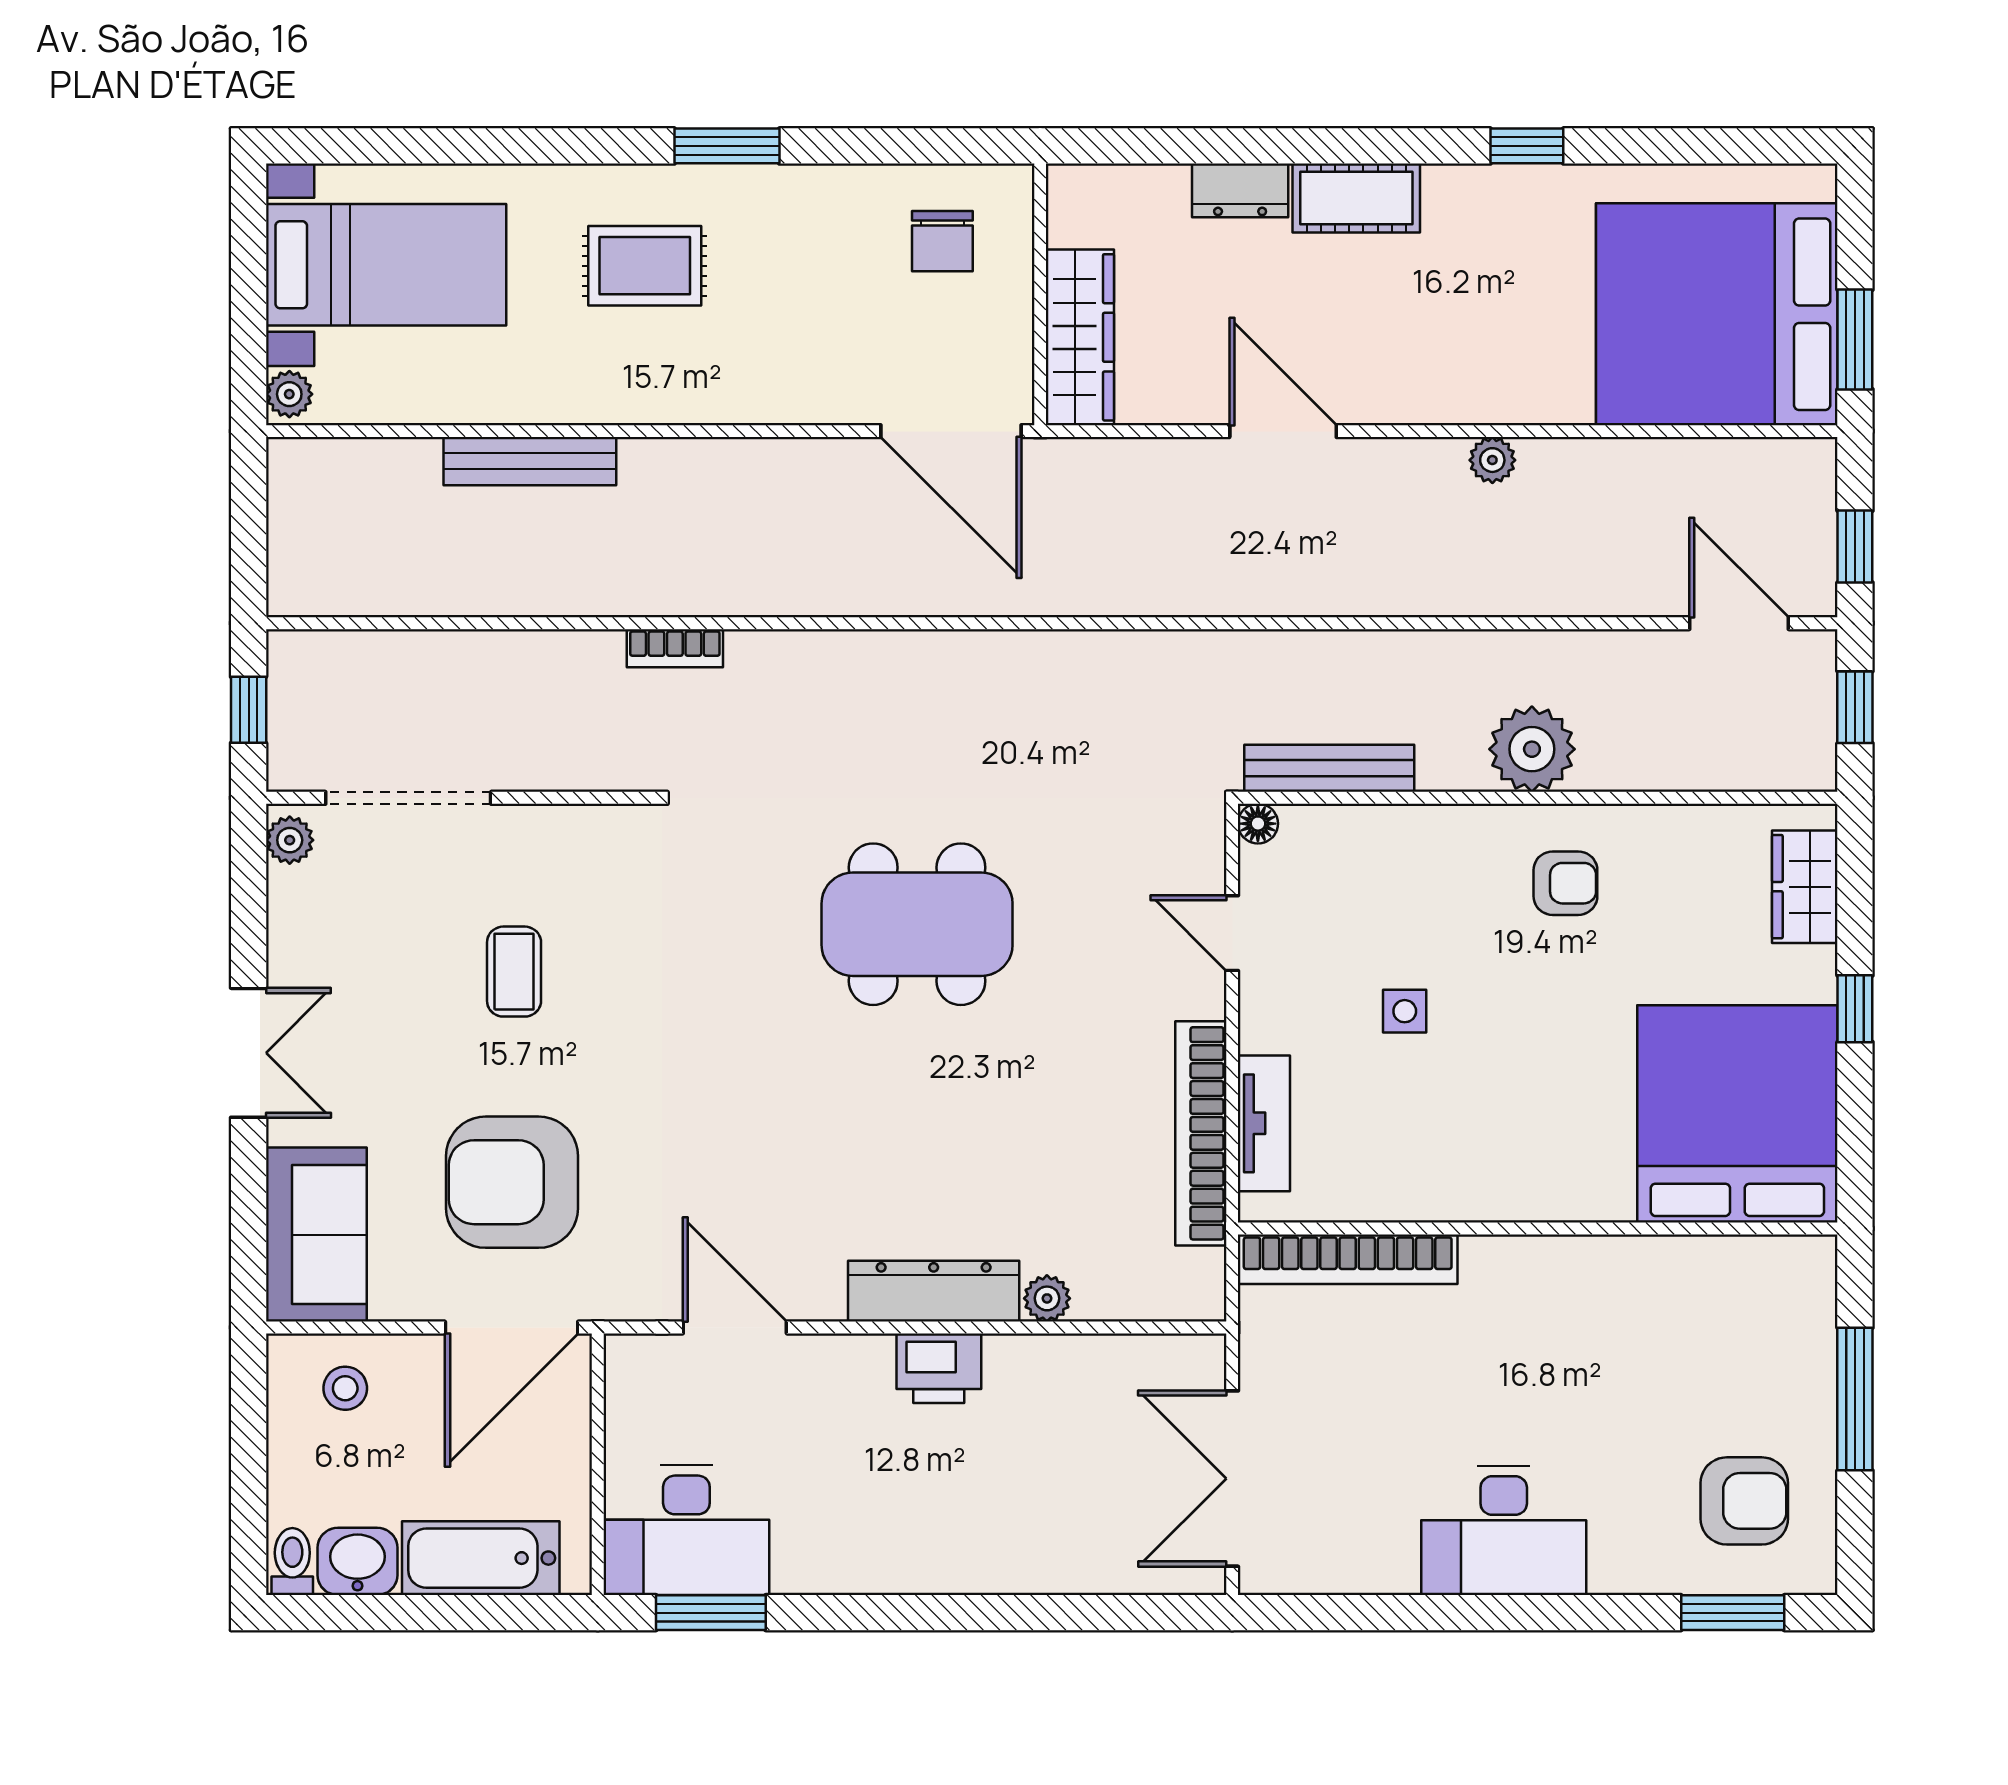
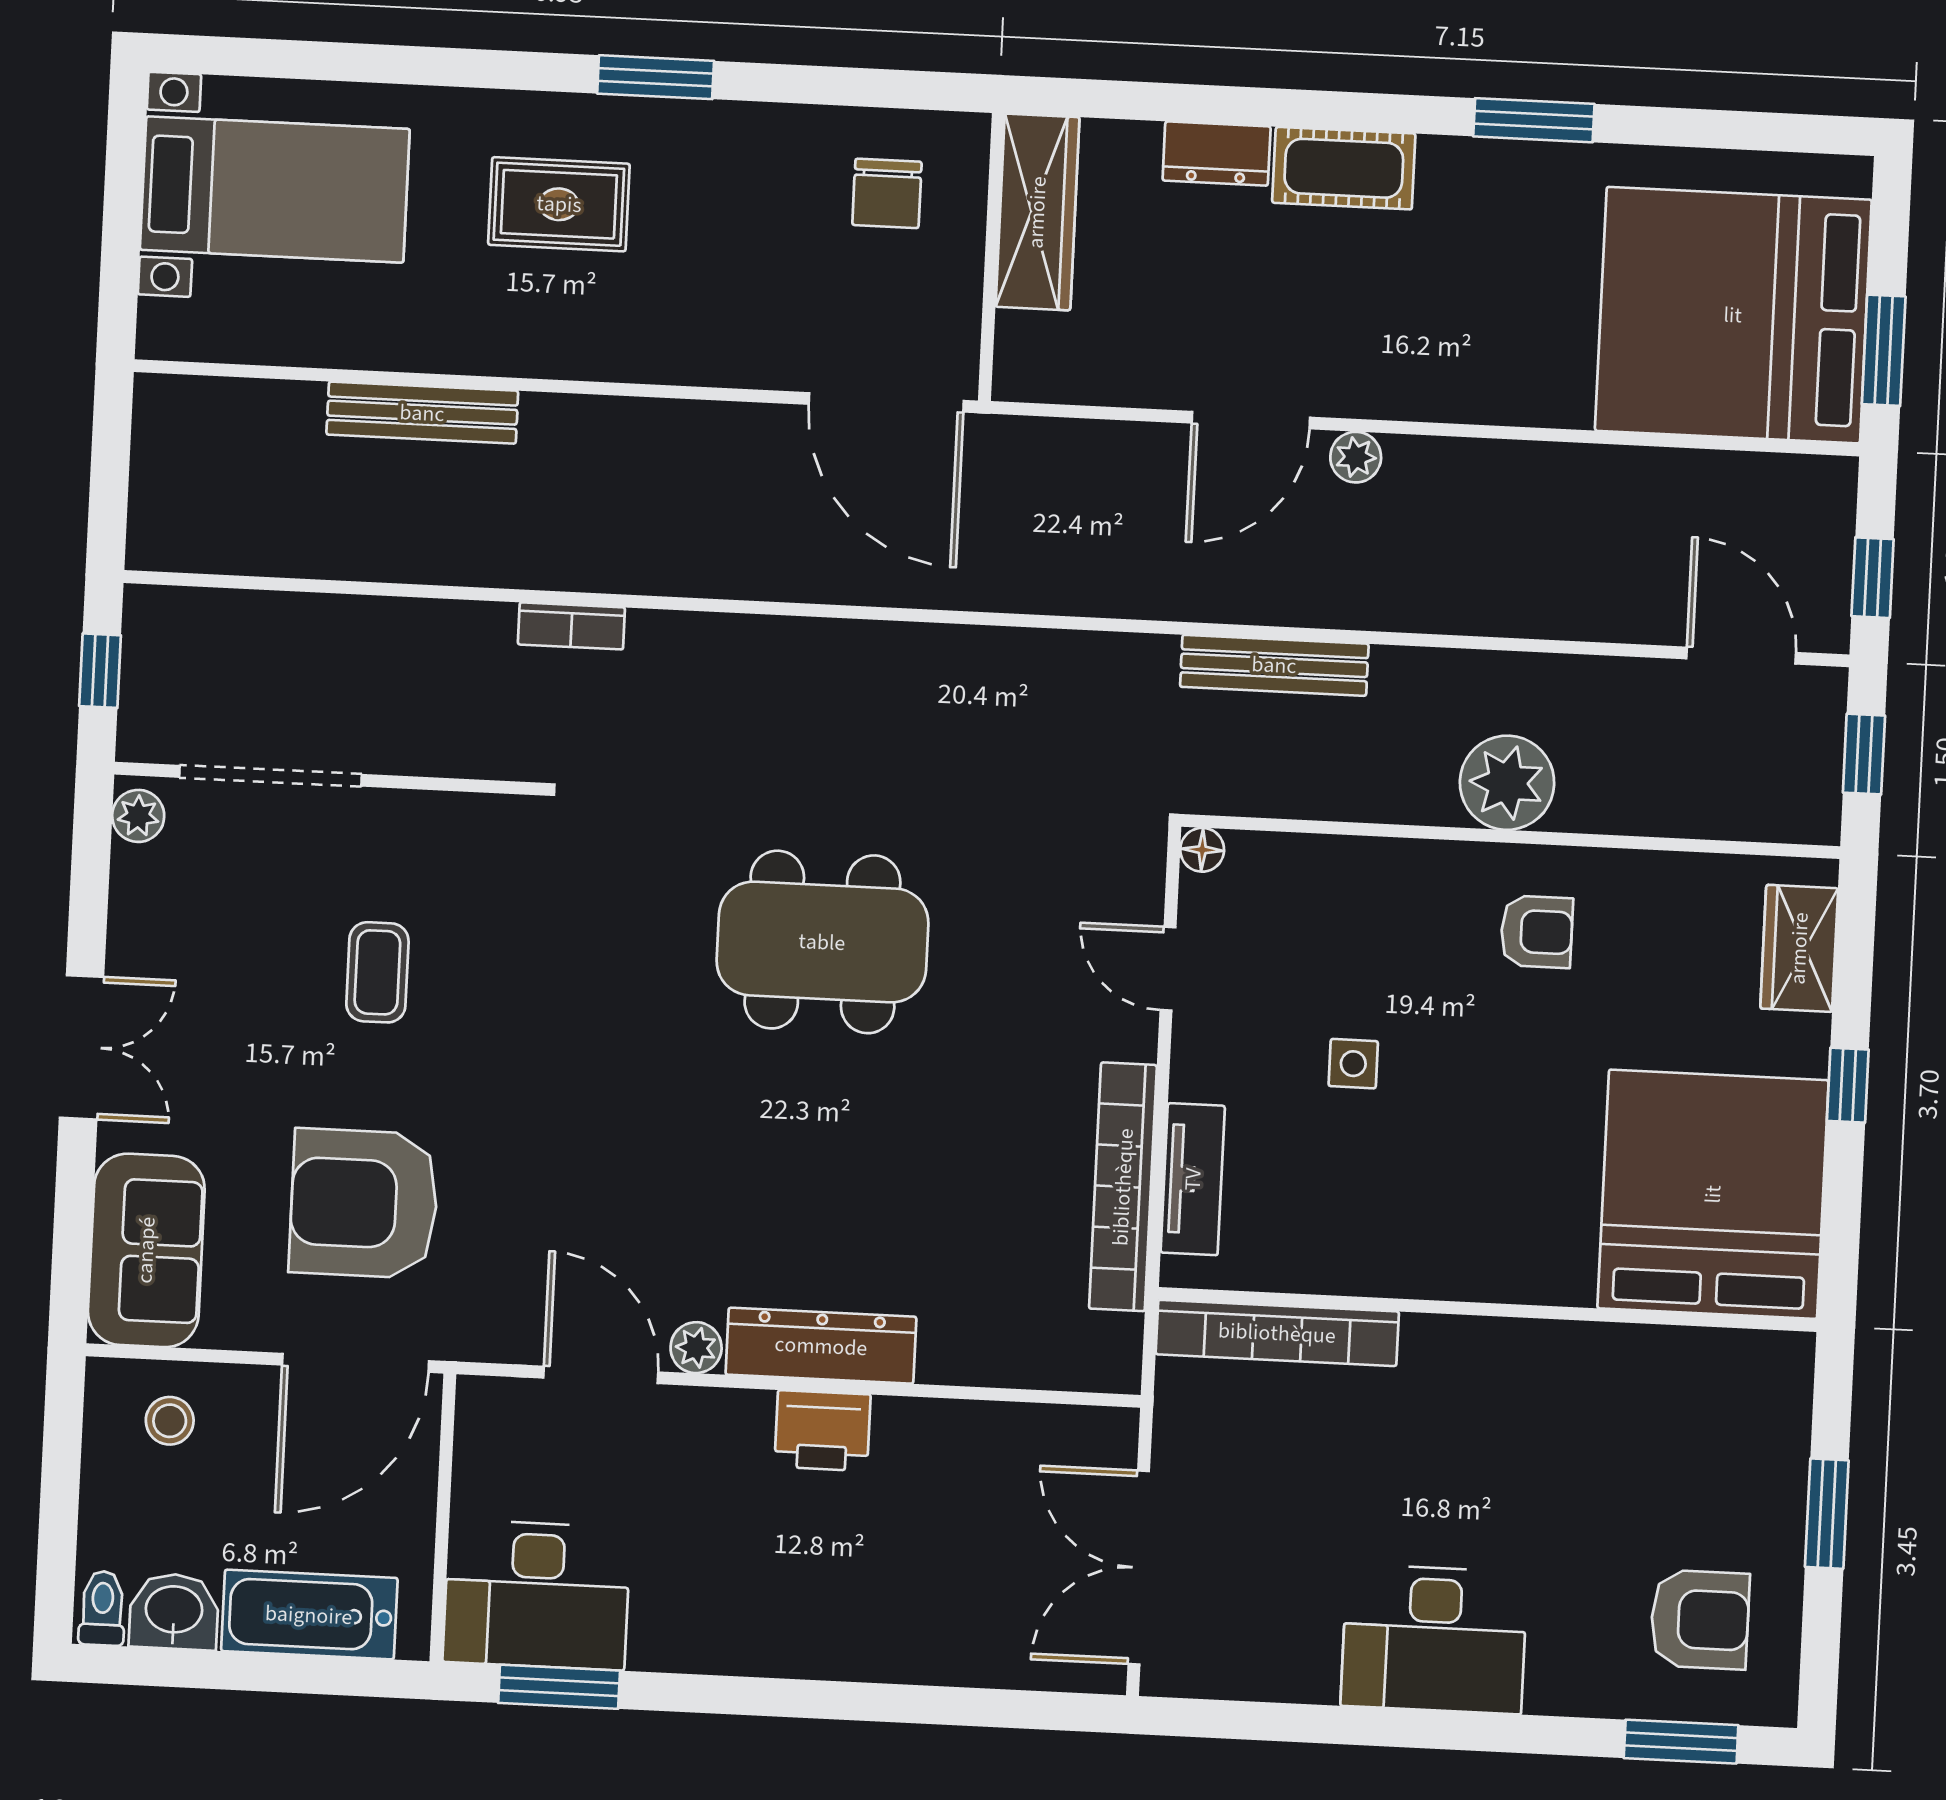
window: (1527, 146) -> (1534, 120), width x1.50
wardrobe: (1080, 337) -> (1037, 212), moved
plant: (289, 394) -> (162, 326), removed
door: (1283, 431) -> (1251, 420), swing flipped
plant: (1492, 460) -> (1356, 457), moved
bench: (1329, 768) -> (1274, 665), moved
plant: (1047, 1298) -> (696, 1348), moved
window: (1855, 1399) -> (1827, 1514), width x0.69

